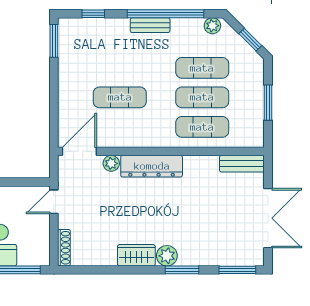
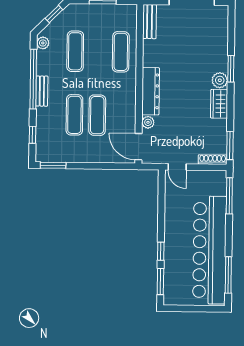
exercise mat: (202, 97) -> (74, 115), moved
window: (237, 270) -> (230, 146), moved

